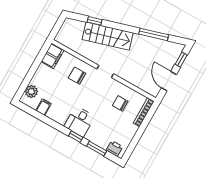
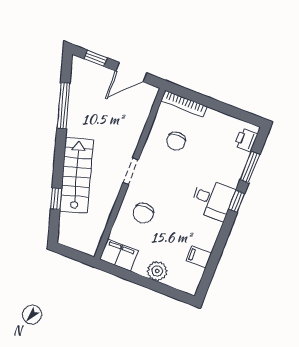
plant: (31, 92) -> (157, 271), moved

